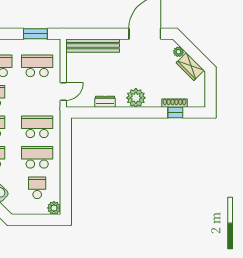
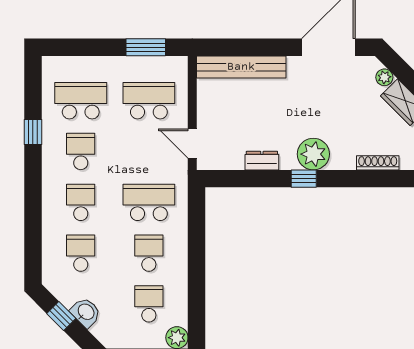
door: (63, 91) -> (192, 144), swing flipped
window: (175, 113) -> (304, 179), moved
school desk: (37, 157) -> (149, 253), width x0.54

